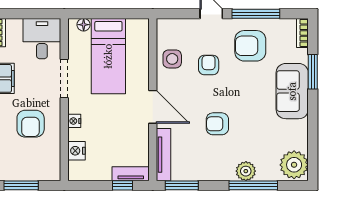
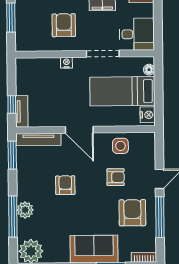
door: (153, 107) -> (79, 130), hinge flipped
armchair: (31, 124) -> (64, 25), turned 90
nightstand: (77, 151) -> (148, 115), moved, turned 90

